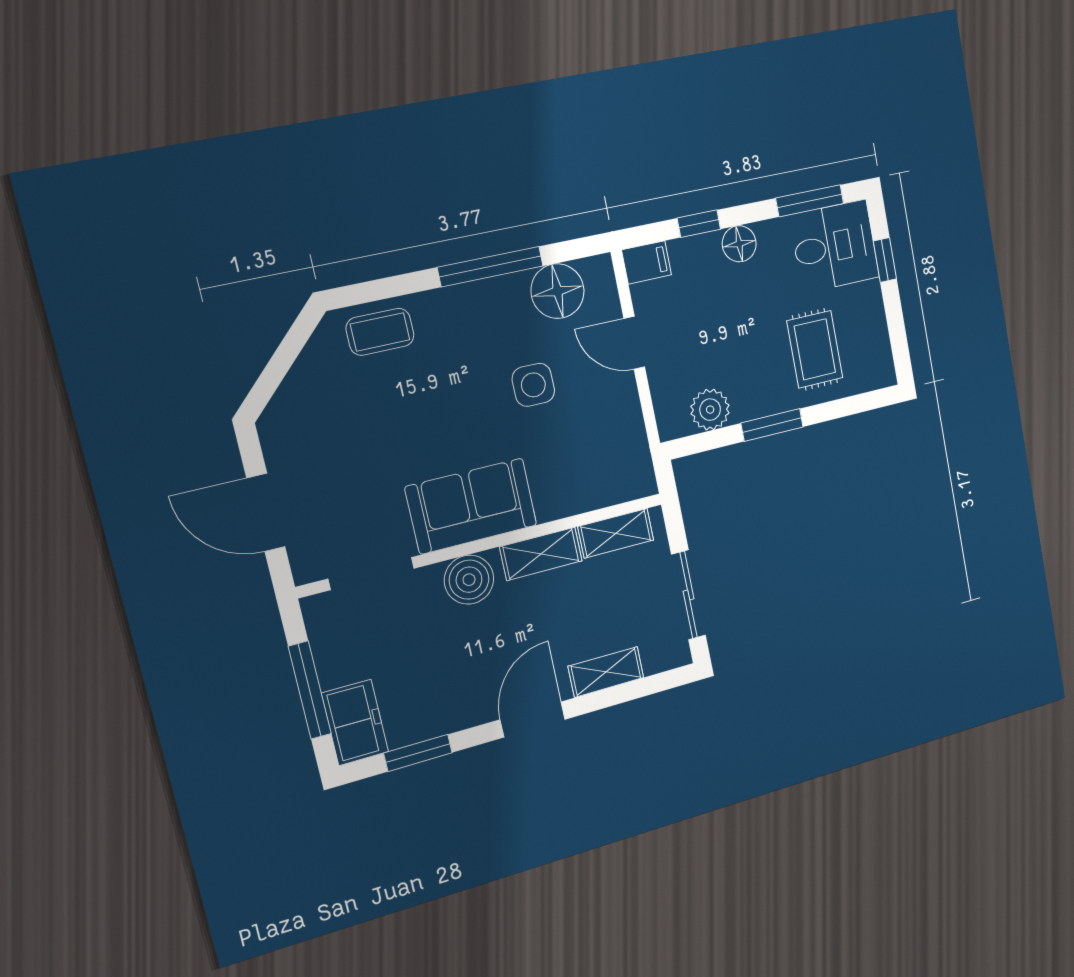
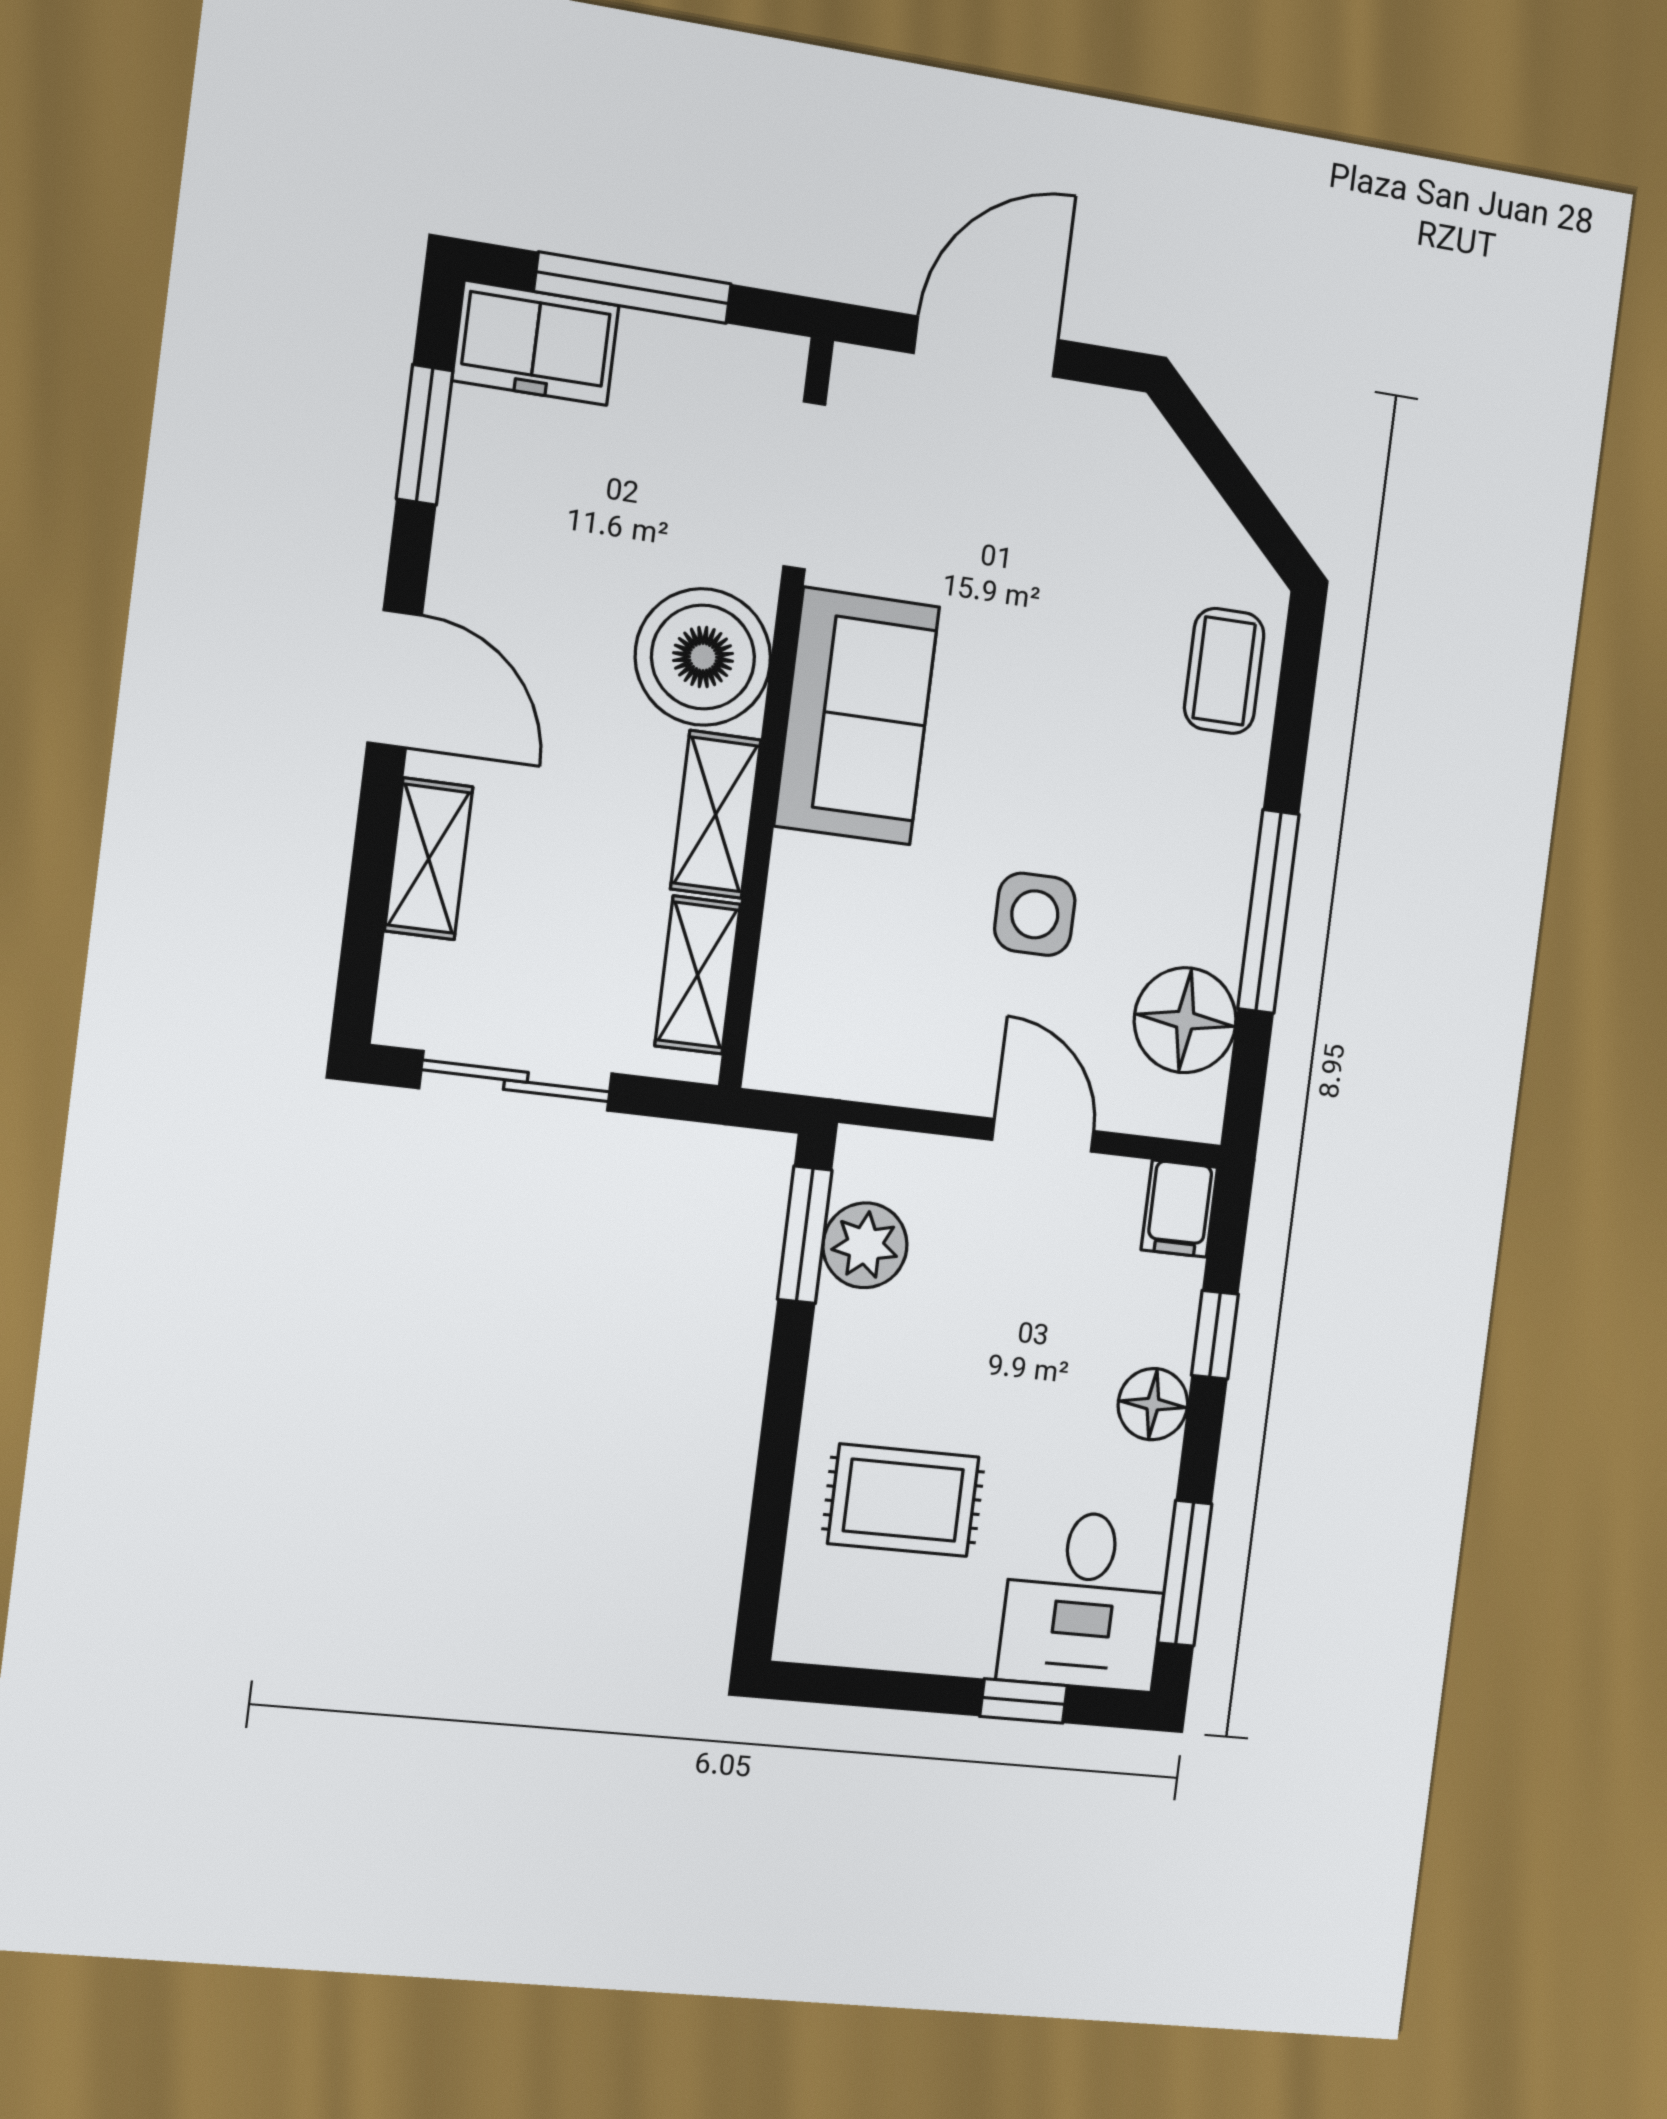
door: (634, 343) -> (1043, 1135), hinge flipped
window: (772, 425) -> (805, 1235), moved
boiler: (469, 580) -> (703, 657), width x1.37, depth x1.37

